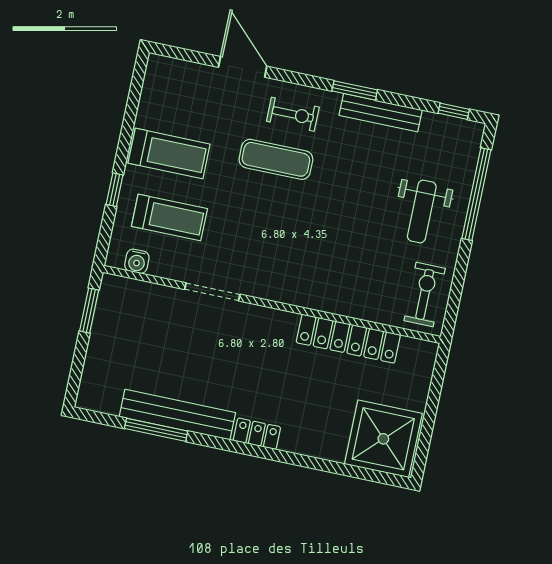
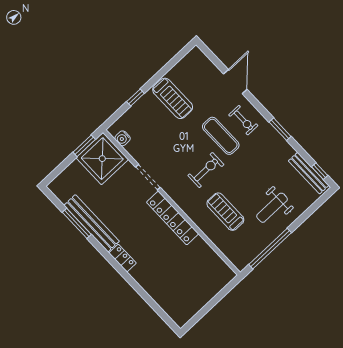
bench: (381, 113) -> (309, 173), moved
window: (476, 194) -> (270, 249), moved
treadmill: (169, 217) -> (225, 212), moved, turned 180
exercise bike: (425, 294) -> (206, 170), moved
locker: (348, 339) -> (173, 218), moved
shower: (383, 439) -> (102, 159), moved

